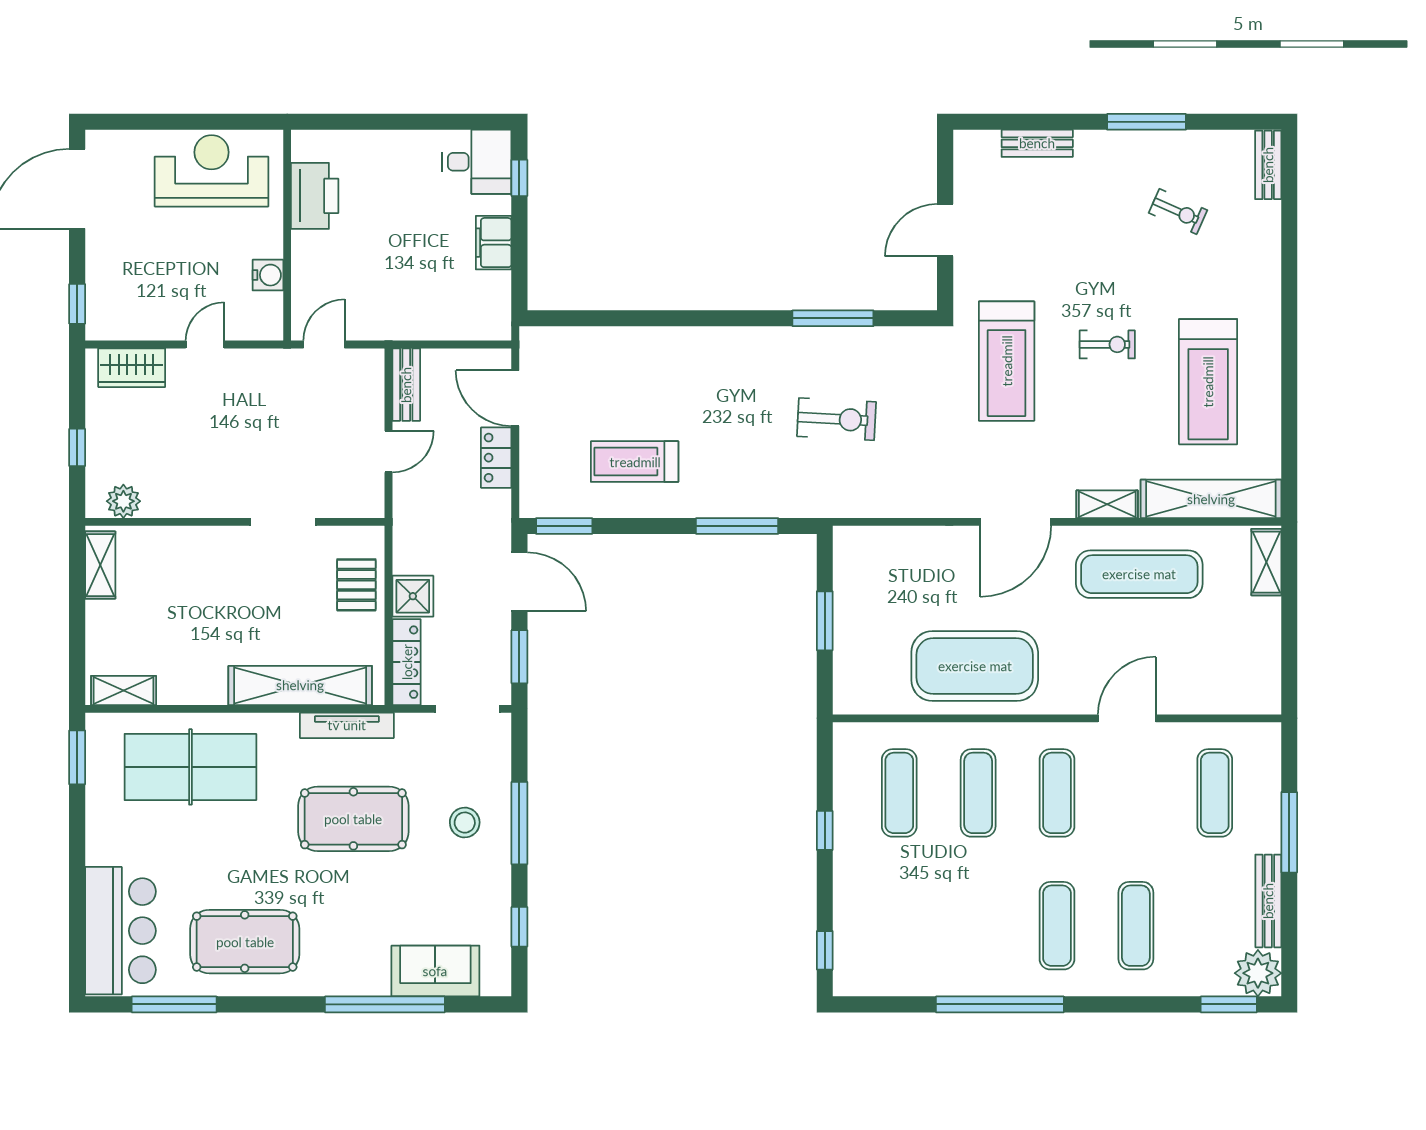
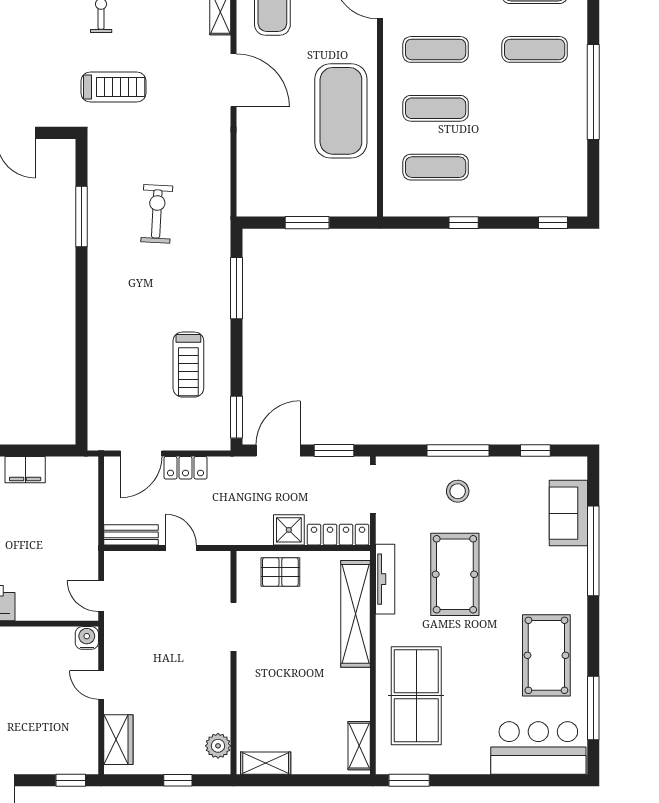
water cooler: (268, 275) -> (87, 638), moved
treadmill: (1007, 361) -> (113, 87), width x0.73, depth x0.73

